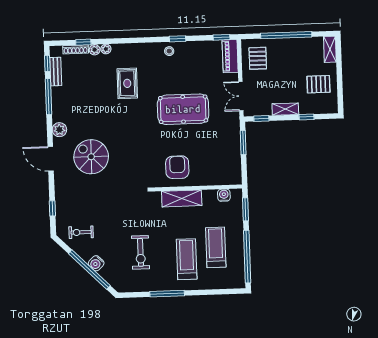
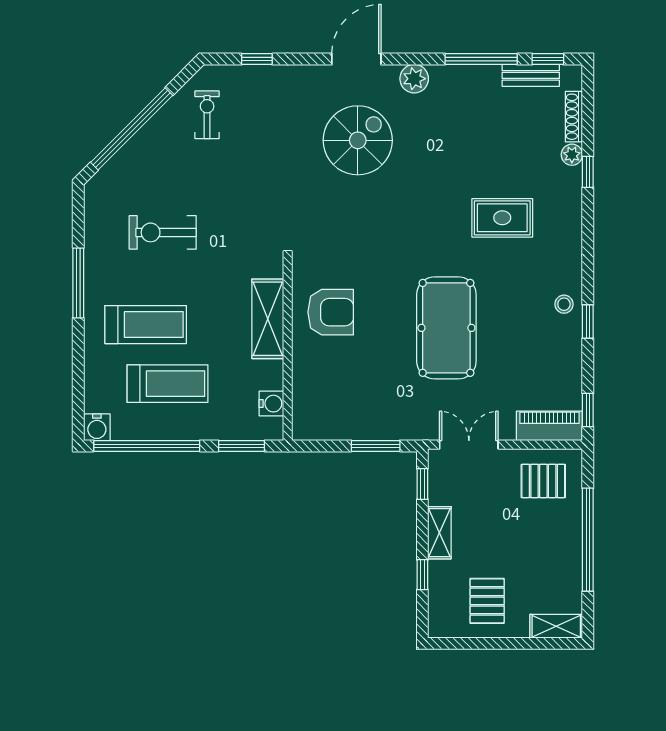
window: (83, 42) -> (588, 172), moved
plant: (106, 49) -> (573, 177), removed
water cooler: (96, 263) -> (97, 427), moved, turned -135

